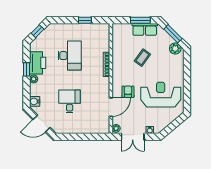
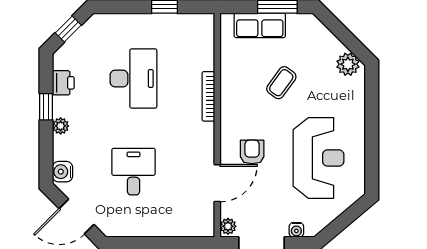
row of seats: (145, 29) -> (260, 25), moved
window: (173, 34) -> (343, 34), removed
printer: (38, 63) -> (63, 83), width x0.53, depth x0.68
reception desk: (161, 95) -> (319, 158), turned 90

